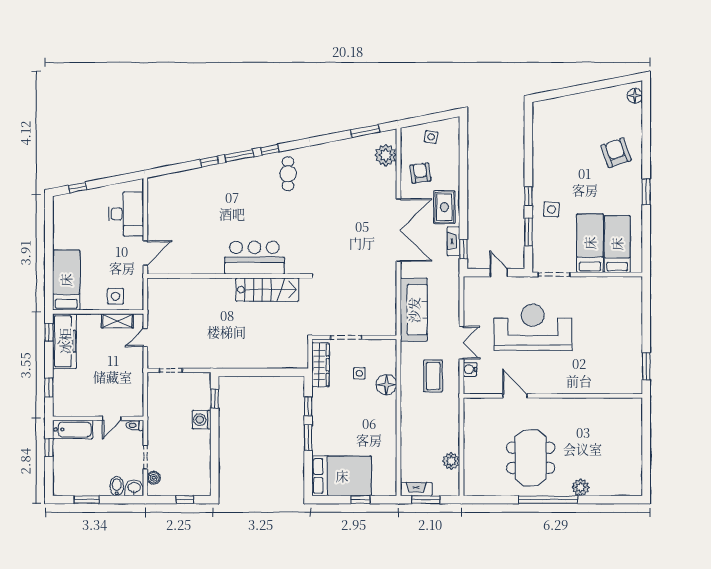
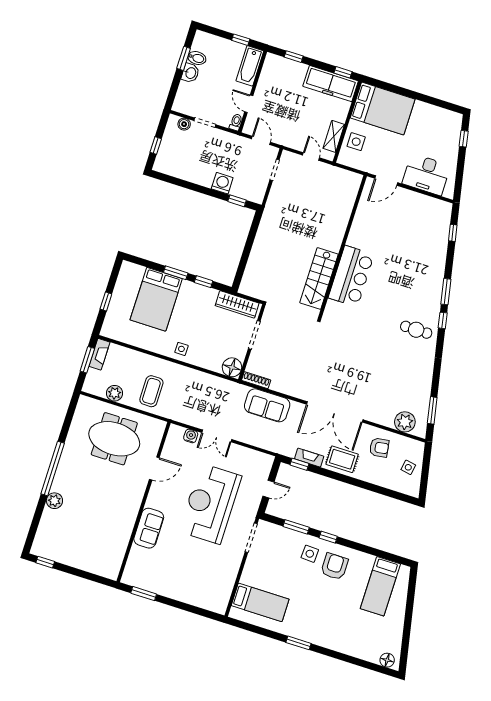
armchair: (616, 153) -> (334, 566), moved, turned -71
window: (209, 162) -> (453, 233), moved
bed: (590, 243) -> (380, 586), moved, turned 90
door: (145, 253) -> (386, 180), hinge flipped
bed: (66, 280) -> (383, 109), width x1.50
sofa: (414, 310) -> (267, 405), width x0.73
shoe rack: (392, 321) -> (256, 380), added
reception desk: (533, 327) -> (210, 504), turned 180
side table: (359, 373) -> (181, 349), moved
coffee table: (433, 376) -> (151, 391), moved, turned 90
sofa: (578, 382) -> (149, 528), added
floor lamp: (386, 385) -> (232, 367), moved
door: (145, 394) -> (261, 140), added
meeting table: (531, 458) -> (114, 439), moved
bed: (342, 476) -> (156, 299), moved
window: (646, 477) -> (45, 562), added
bidet: (117, 486) -> (197, 58), moved
washbasin: (134, 488) -> (190, 73), moved

